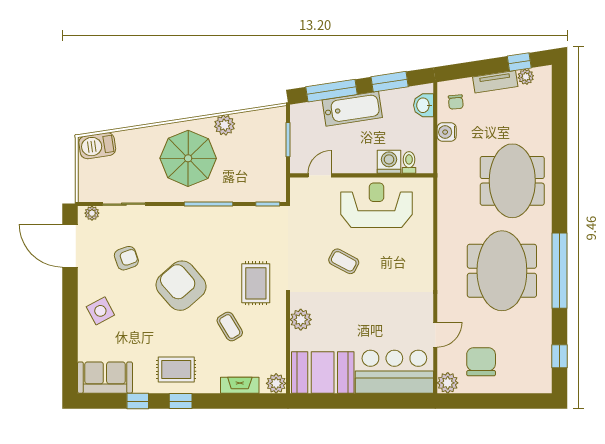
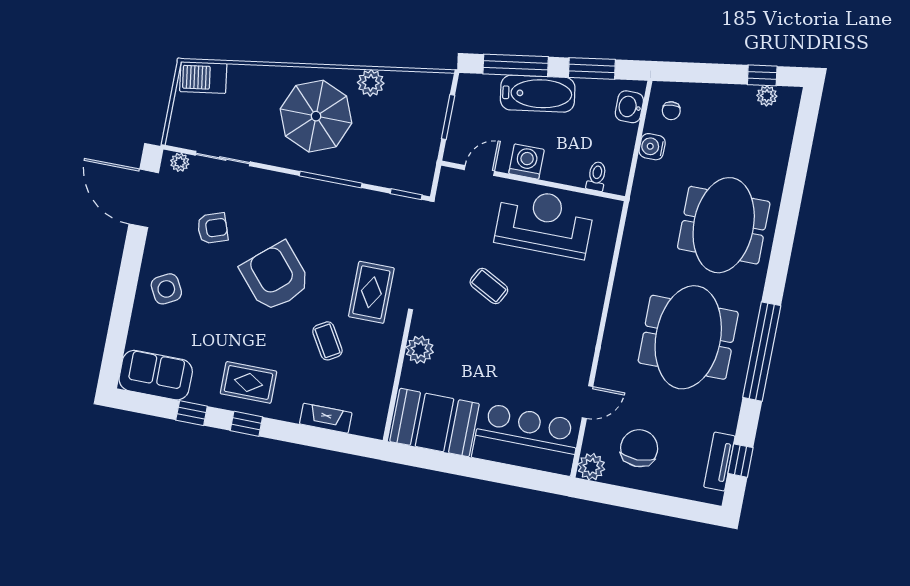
tv unit: (495, 82) -> (719, 462), moved, turned 99
washing machine: (389, 162) -> (526, 162), moved
plant: (276, 383) -> (372, 425), removed

